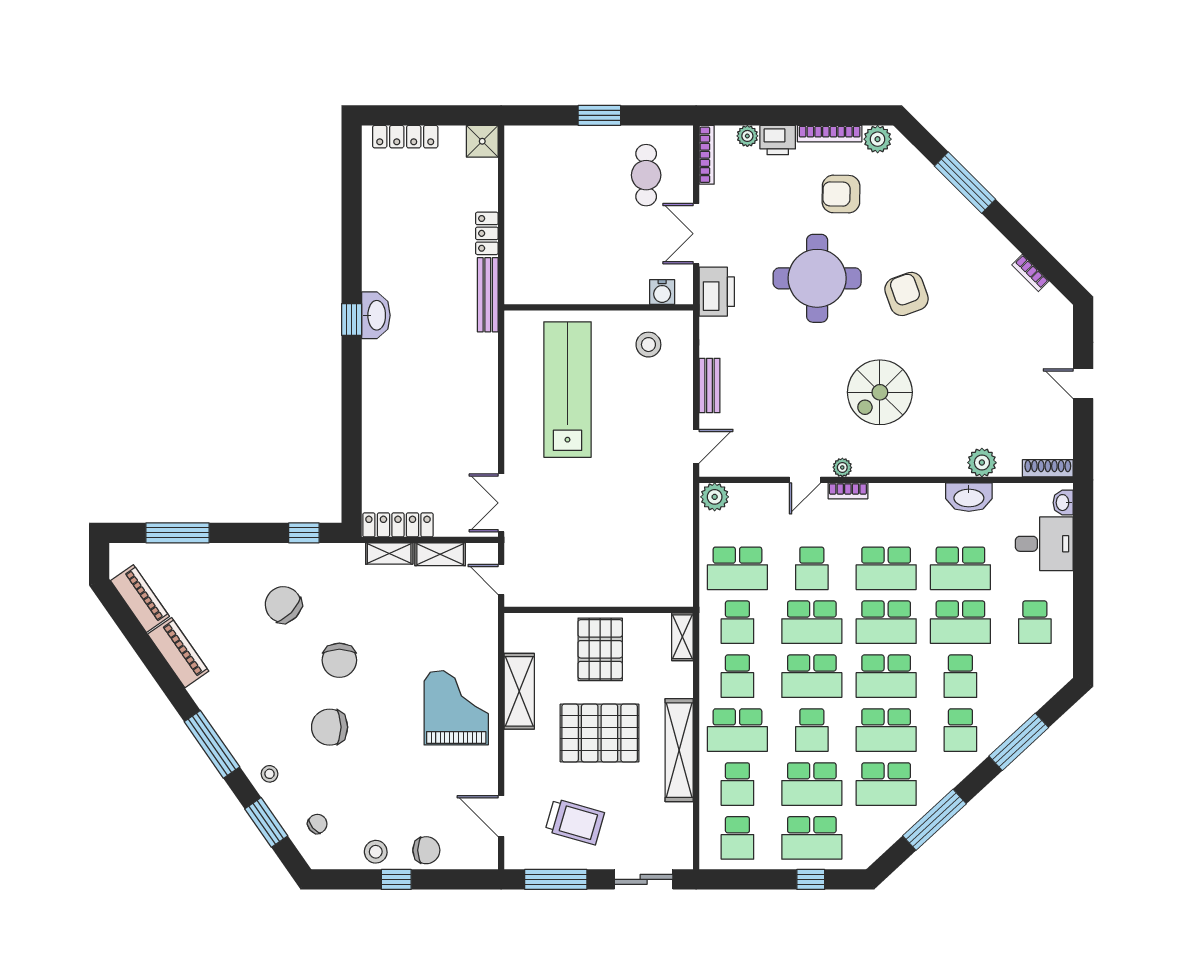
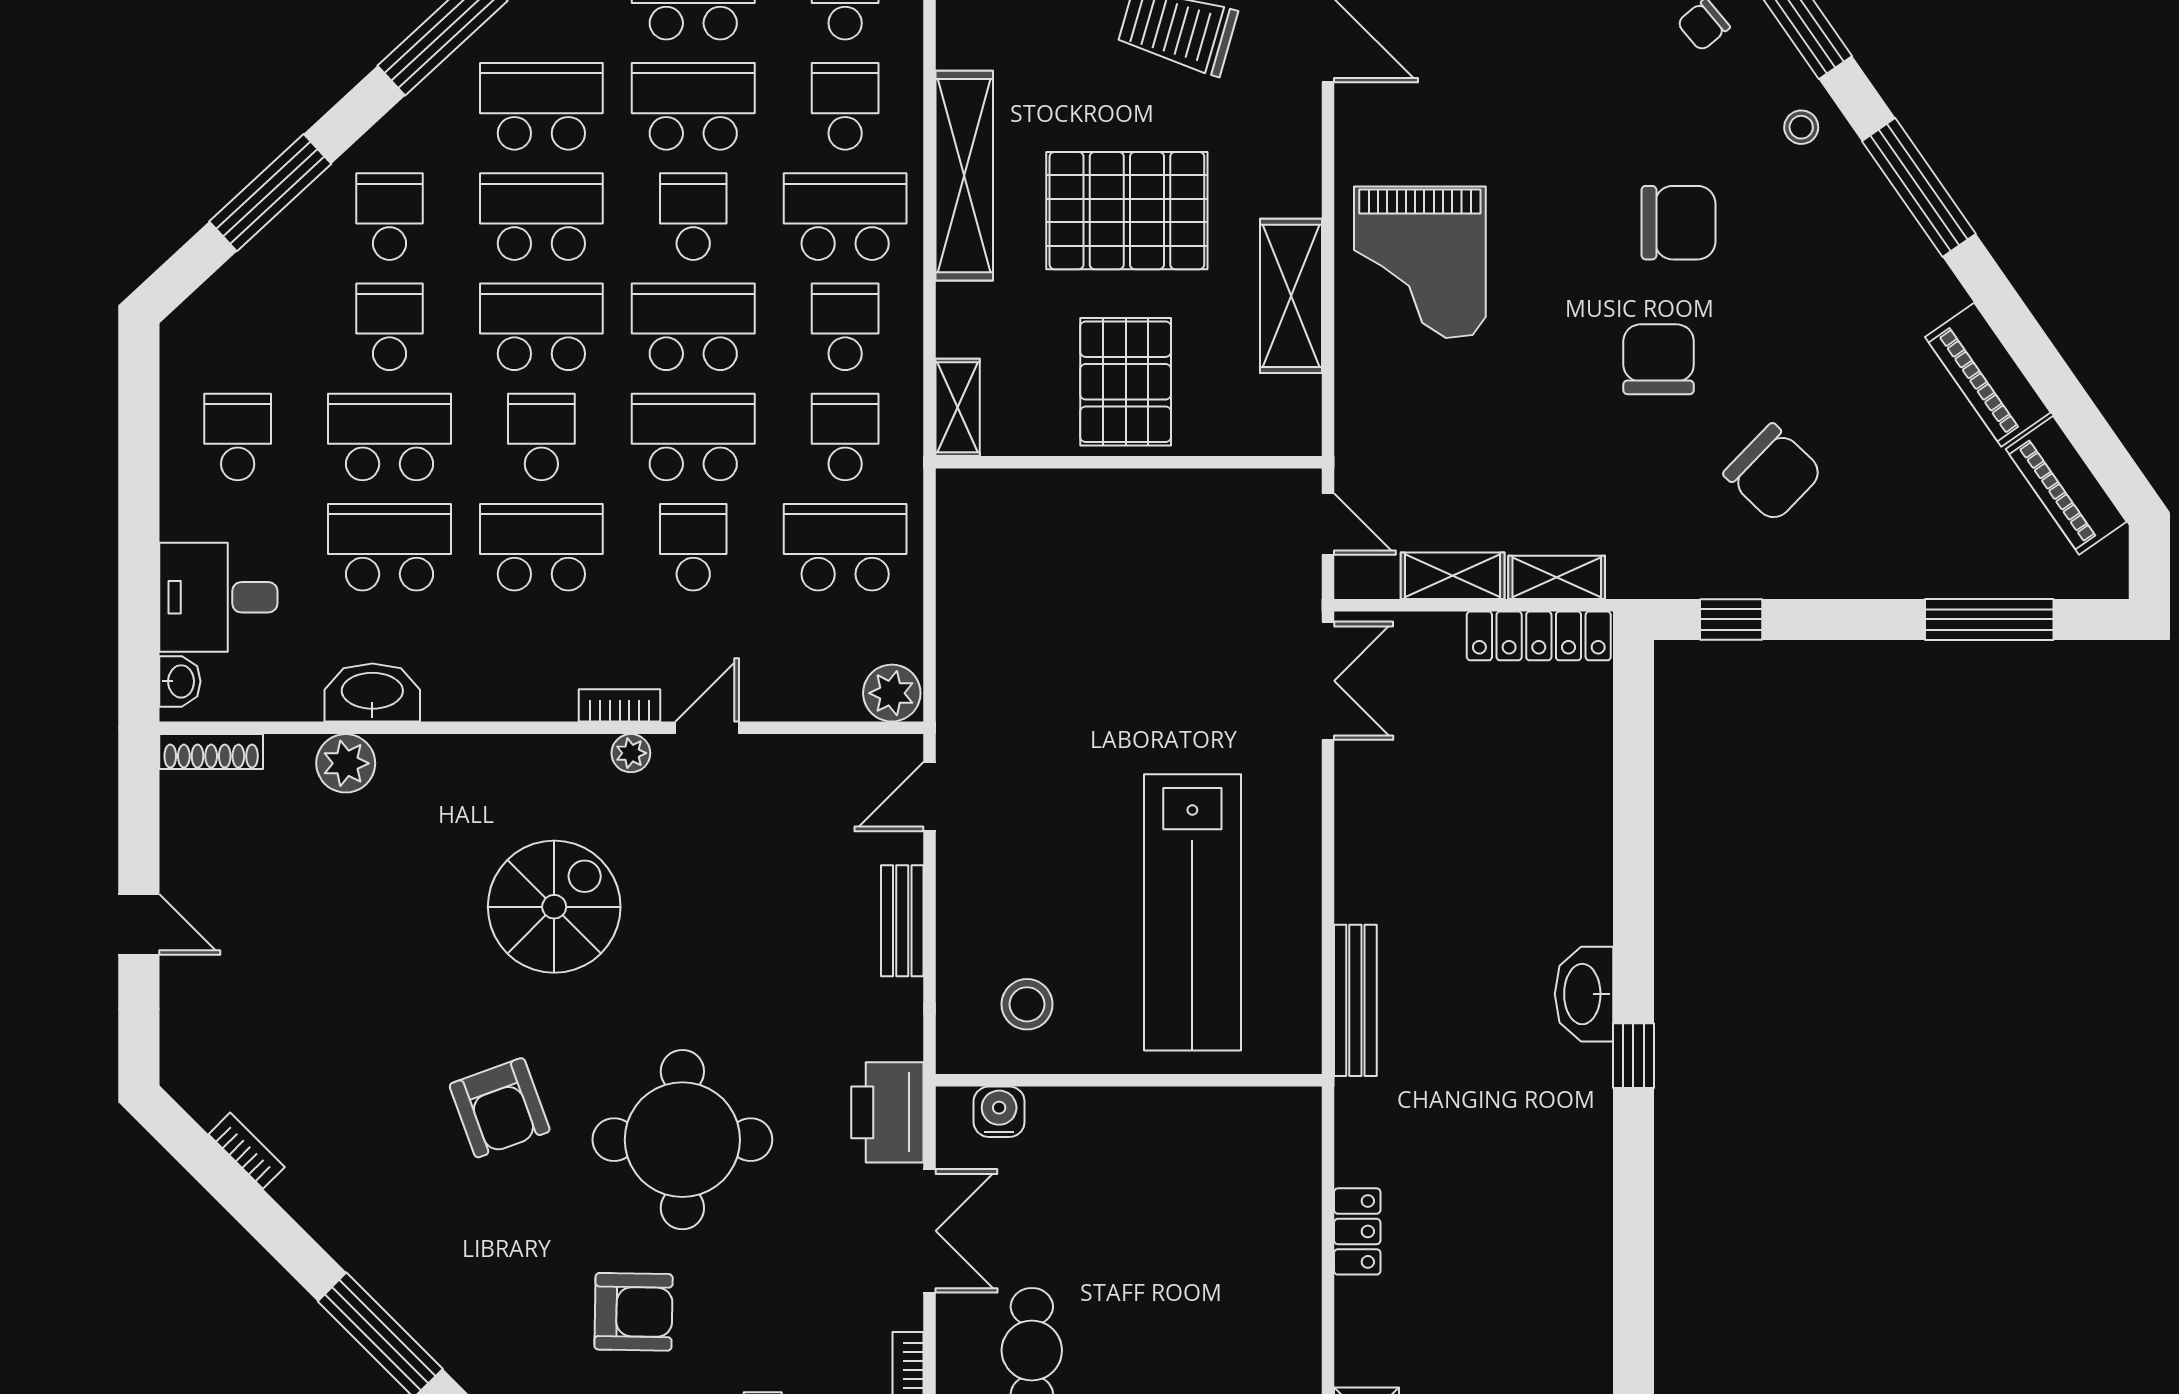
bench: (488, 295) -> (1355, 1000), moved
washbasin: (376, 315) -> (1584, 994), moved
school desk: (886, 622) -> (541, 437), width x0.54

